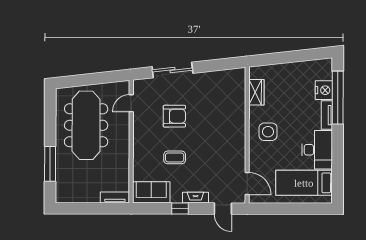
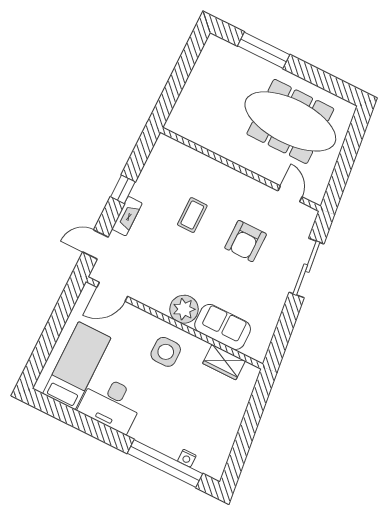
nightstand: (324, 90) -> (187, 458), width x0.53, depth x0.56
tv unit: (327, 115) -> (149, 438), removed
plant: (236, 133) -> (184, 309), added
sofa: (151, 192) -> (223, 327), moved, turned -90
tv unit: (115, 197) -> (179, 112), removed

